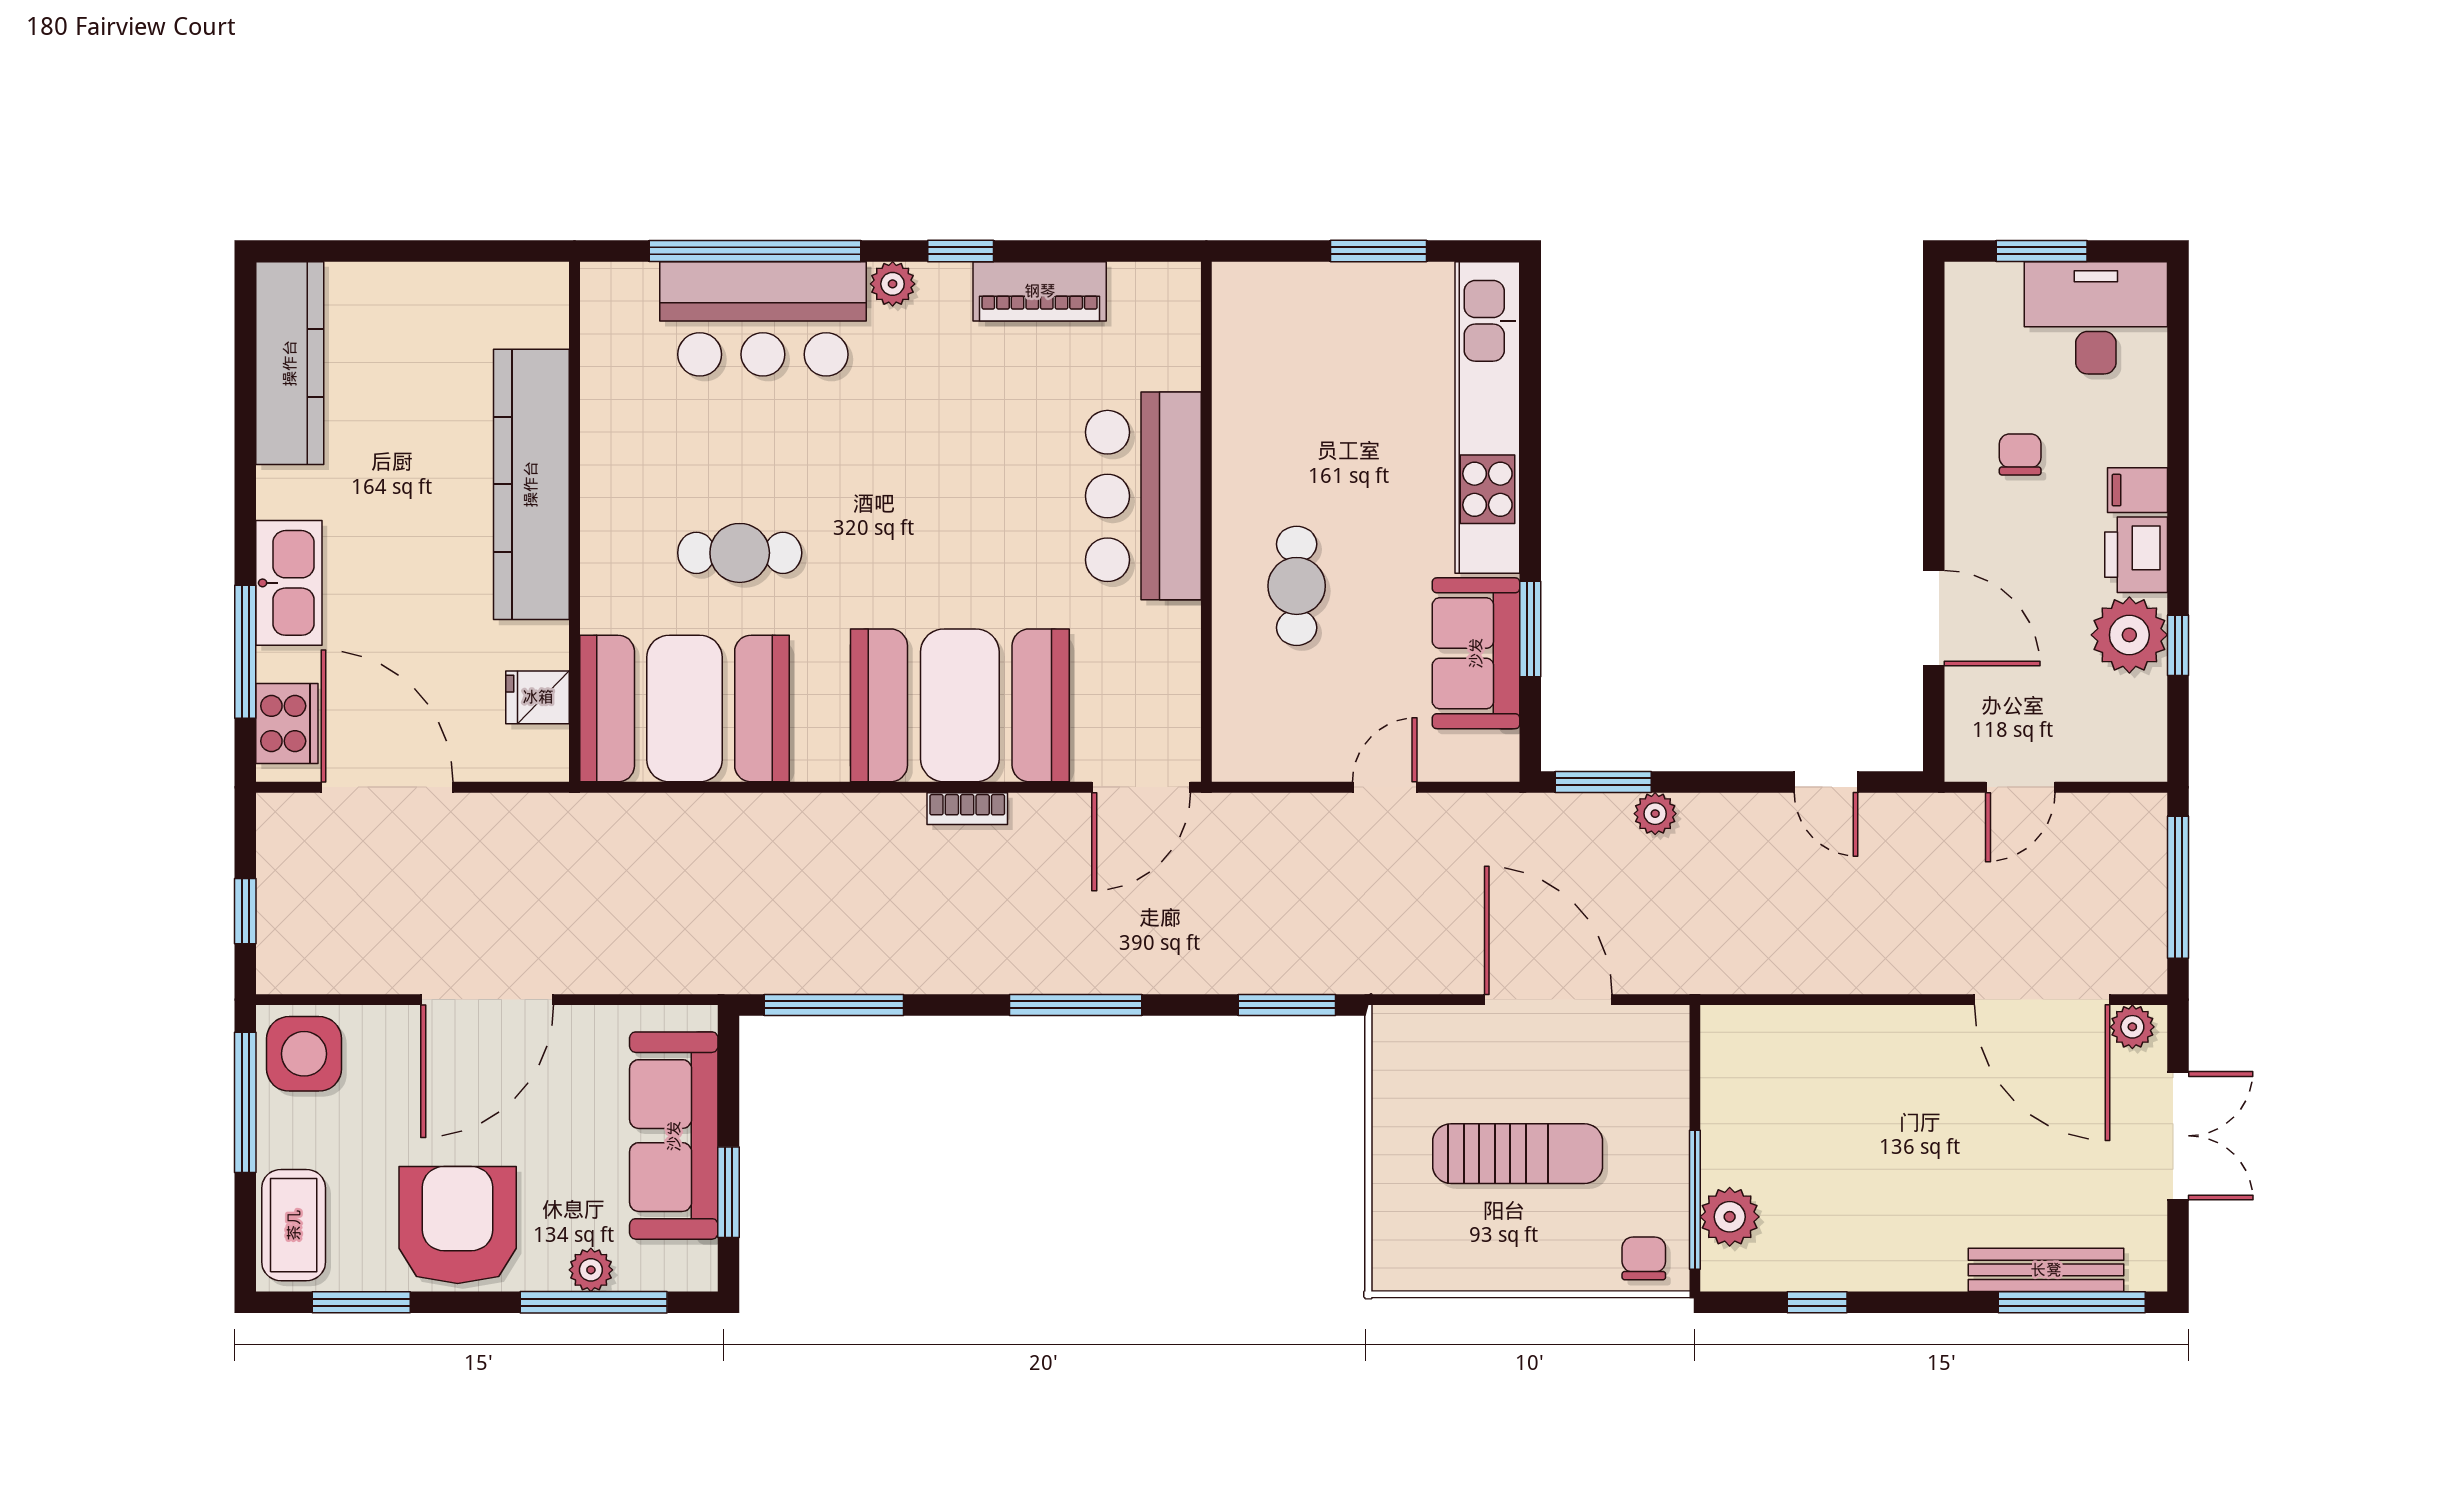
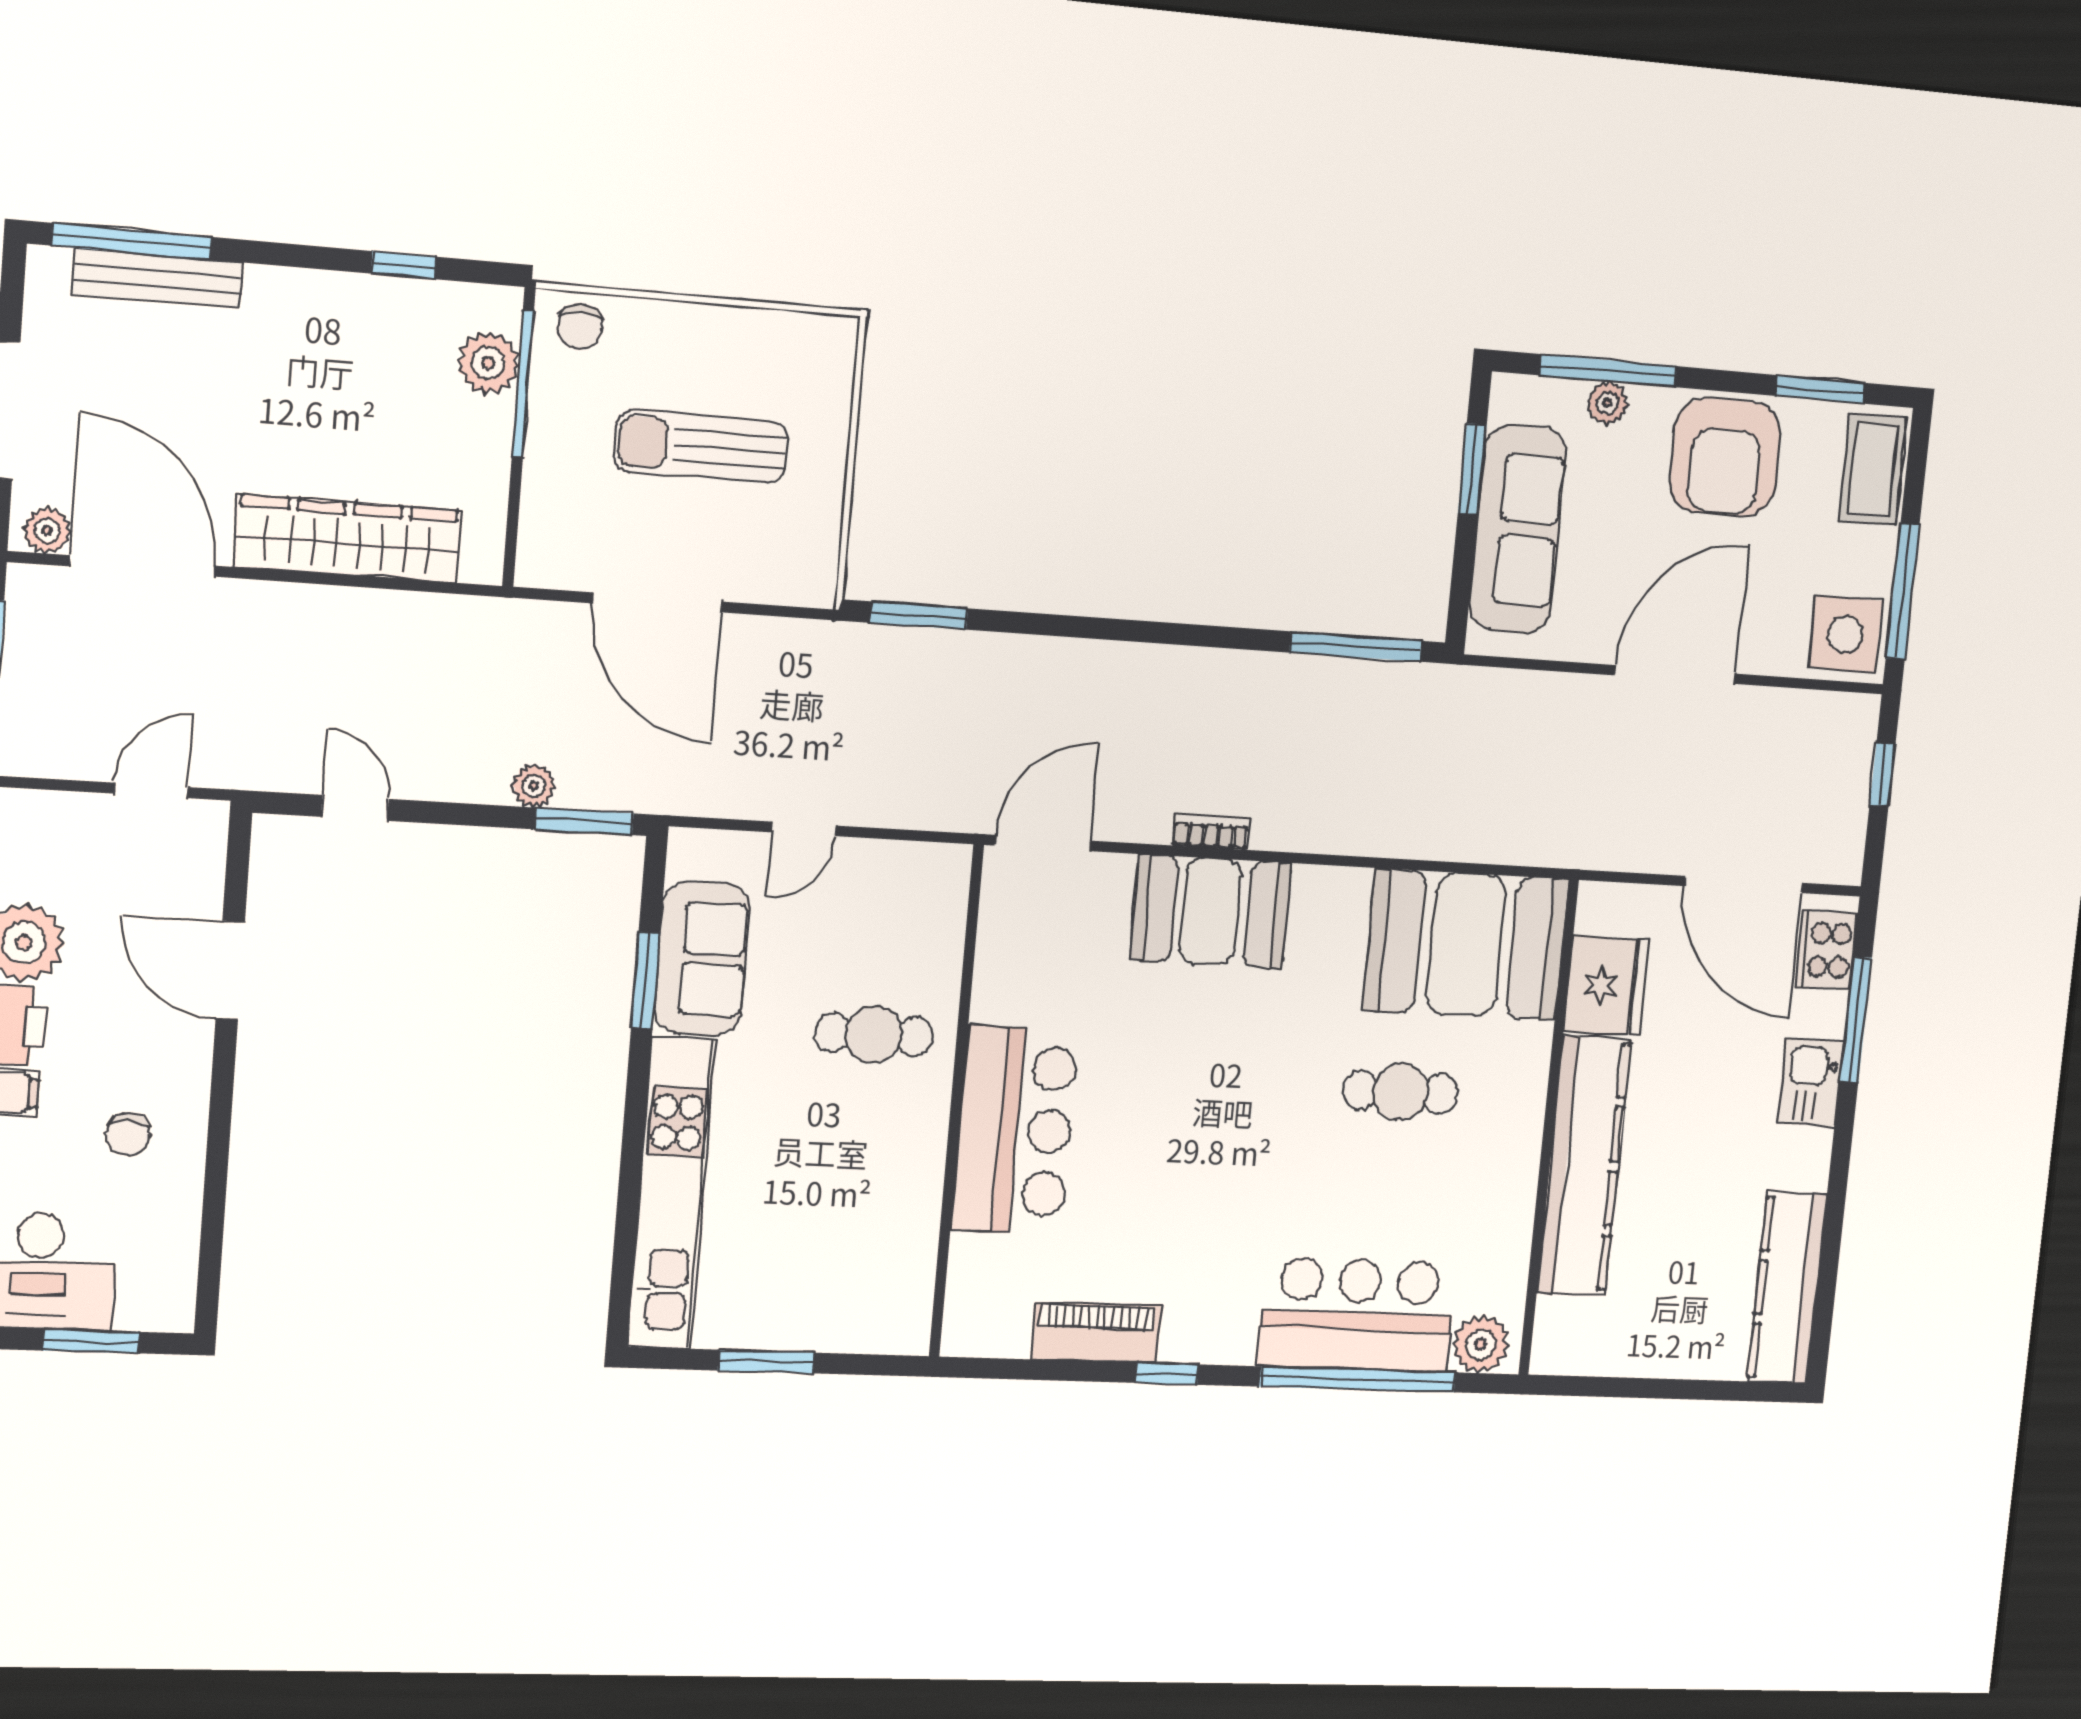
plant: (893, 284) -> (1481, 1344), moved, width x1.38, depth x1.38
kitchen sink: (289, 583) -> (1810, 1083), width x0.73
cafe table: (1297, 586) -> (874, 1035), turned 90
fridge: (538, 697) -> (1607, 986), width x1.88, depth x1.34
booth: (960, 705) -> (1211, 911), width x0.73, depth x0.70
window: (1076, 1005) -> (1125, 630), removed
wardrobe: (1851, 1040) -> (348, 539), added

